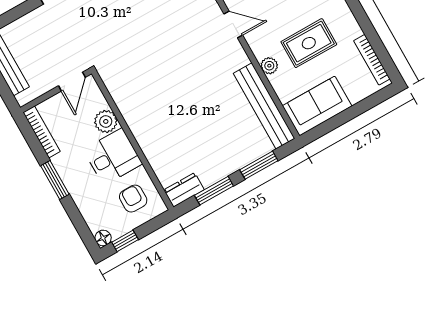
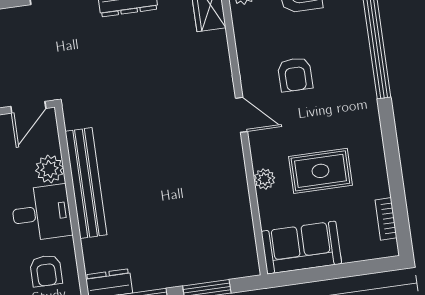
bookcase: (372, 60) -> (386, 219), width x0.64
bench: (264, 106) -> (86, 183), moved
armchair: (133, 199) -> (46, 271), turned 180

